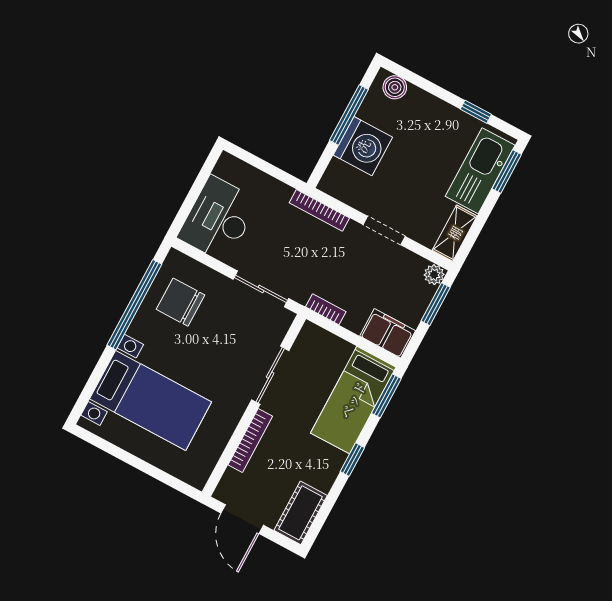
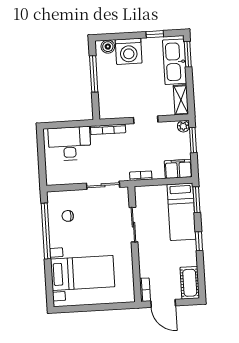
washing machine: (363, 146) -> (129, 51), moved, turned 90
desk: (218, 219) -> (69, 144), moved, turned 90
chair: (180, 302) -> (68, 216), width x0.54, depth x0.54
bookcase: (250, 440) -> (145, 290), moved, width x0.64

